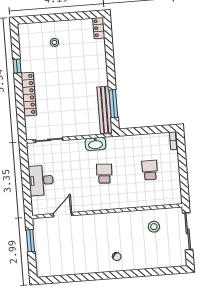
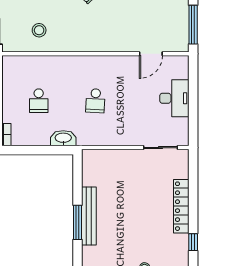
window: (113, 104) -> (77, 222), moved
bench: (105, 110) -> (89, 216), moved
washbasin: (95, 144) -> (63, 138), moved
window: (30, 241) -> (193, 25), width x1.44

